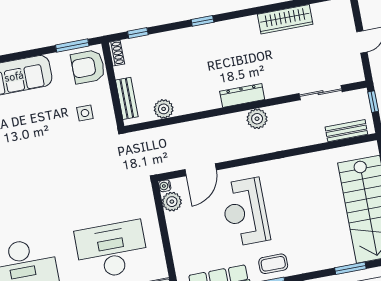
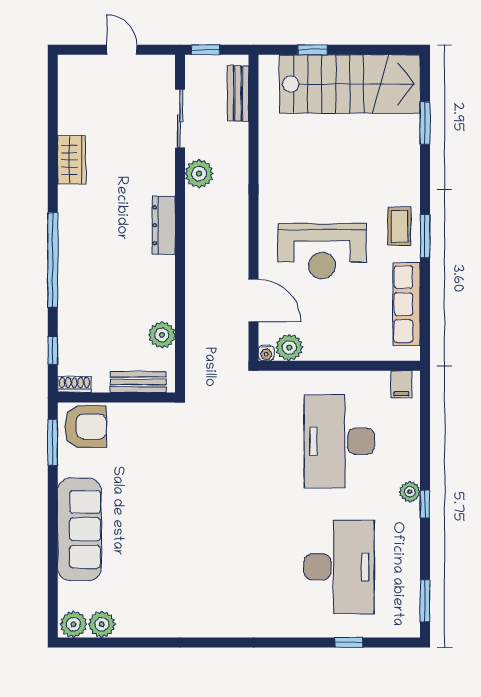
wardrobe: (285, 19) -> (72, 160), width x0.67
window: (202, 21) -> (53, 260), width x3.17
armchair: (88, 67) -> (86, 426), turned -90
side table: (85, 113) -> (147, 442), removed
plant: (257, 119) -> (199, 174), moved

